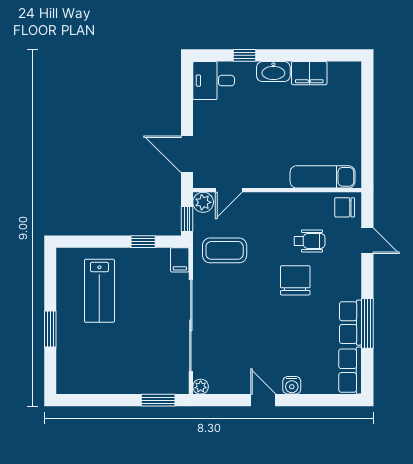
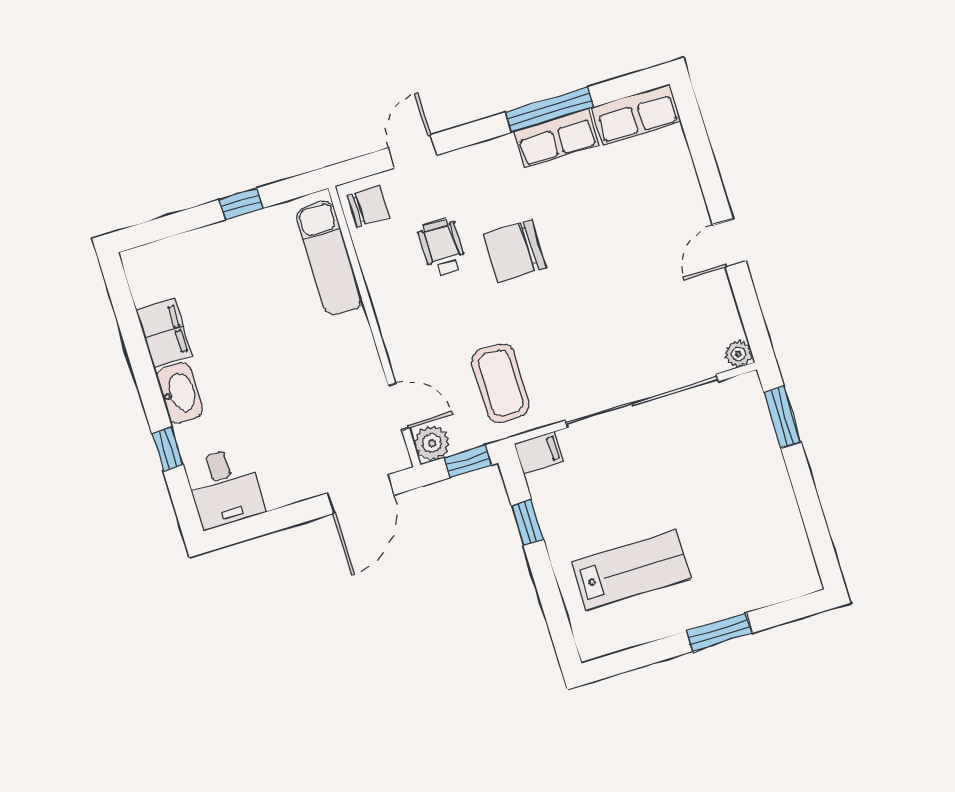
window: (367, 137) -> (241, 204), added
chair: (345, 207) -> (368, 206), turned -90
water cooler: (292, 385) -> (690, 203), removed

